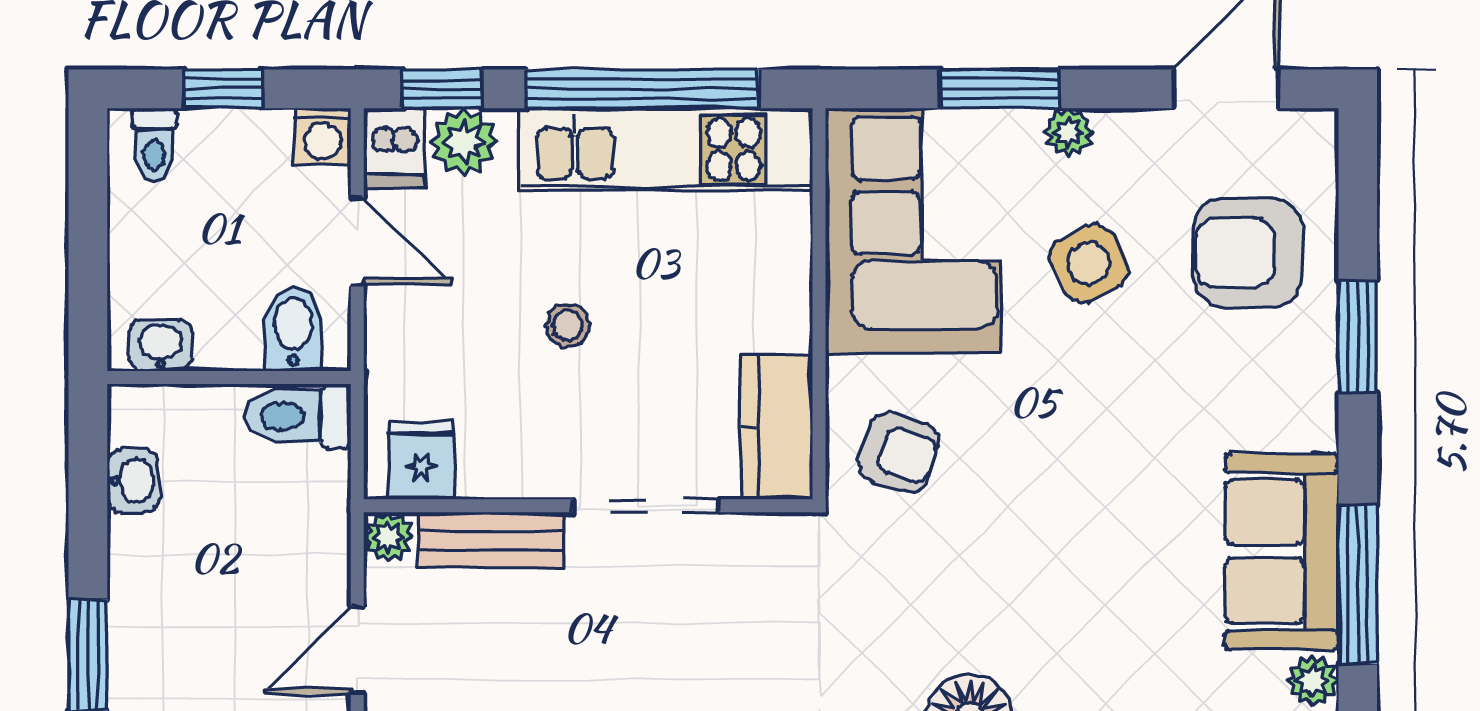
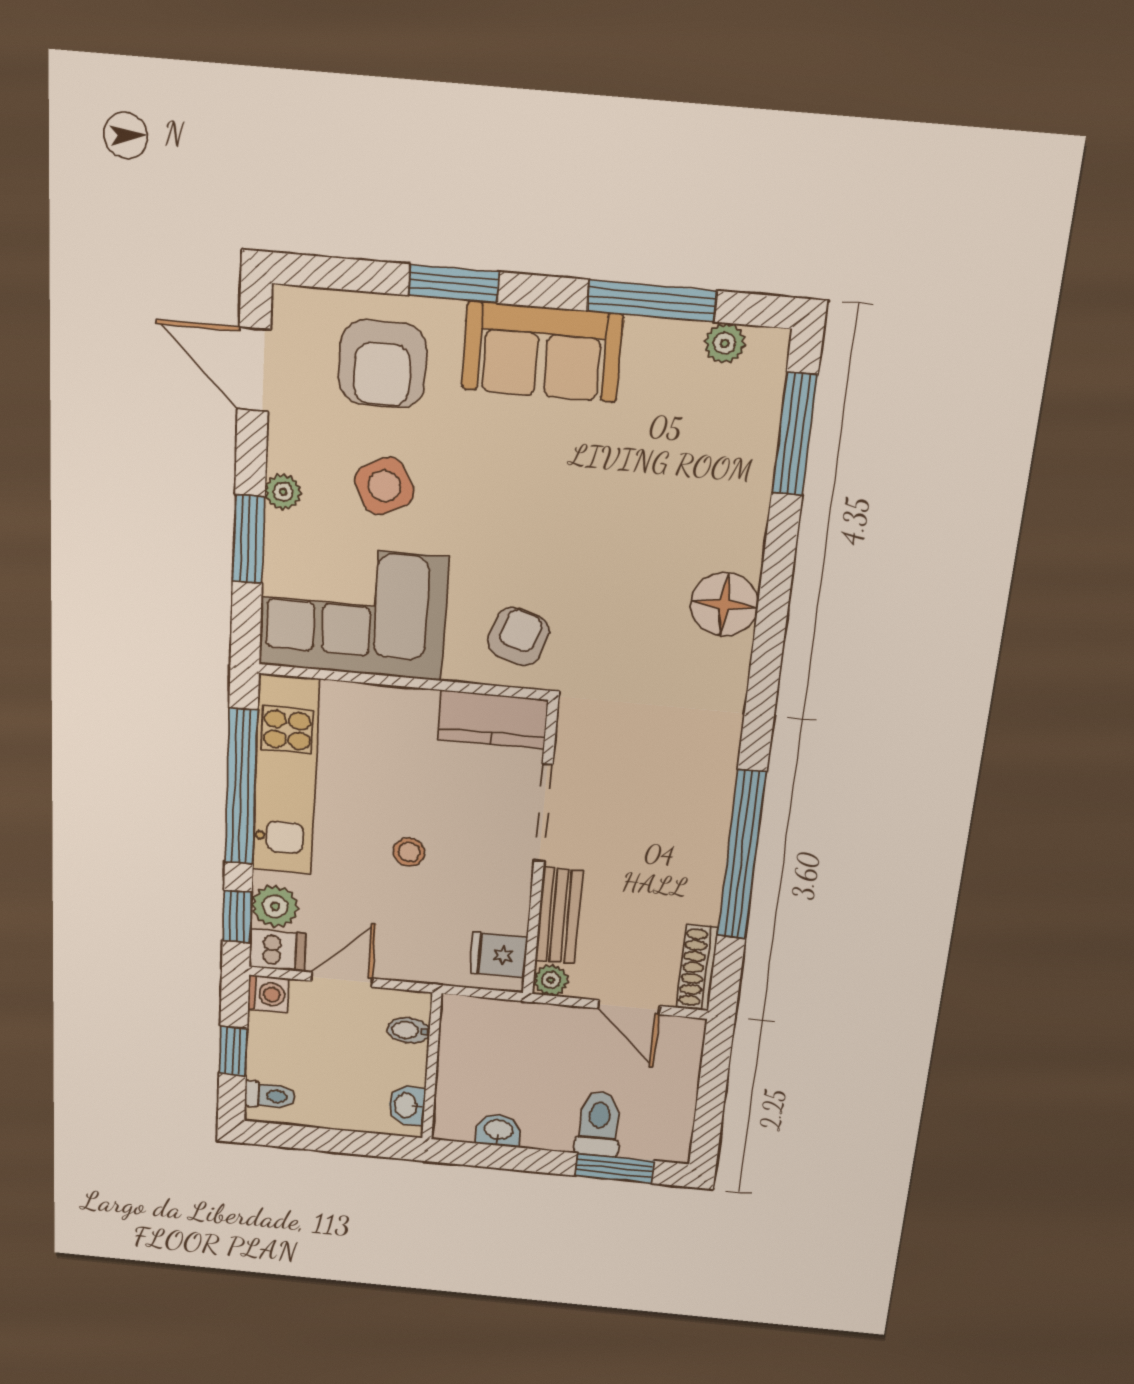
bidet: (293, 329) -> (408, 1030), width x0.72, depth x0.74
toilet: (297, 416) -> (599, 1124), moved, turned 180
sofa: (1282, 552) -> (542, 352), moved

